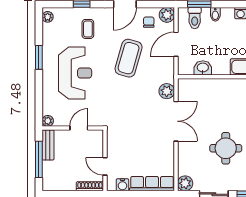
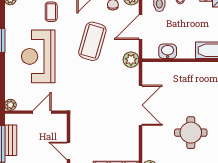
reception desk: (75, 73) -> (38, 56), turned 180
plant: (167, 91) -> (131, 60), moved
bench: (48, 145) -> (11, 140), moved

